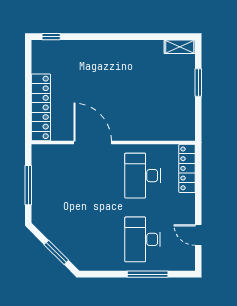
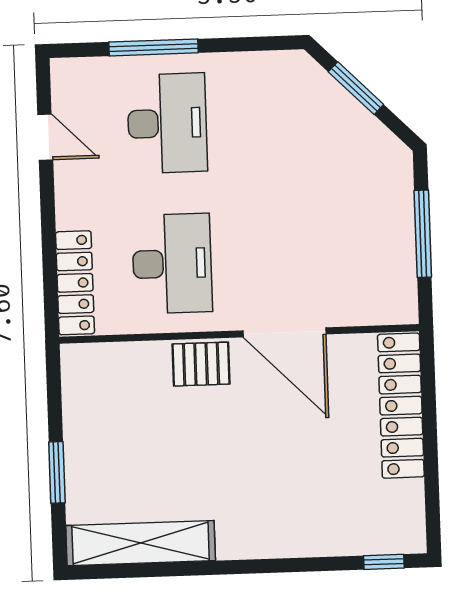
shelving: (180, 47) -> (141, 543), width x2.20, depth x1.33
pallet: (131, 129) -> (201, 364), added

